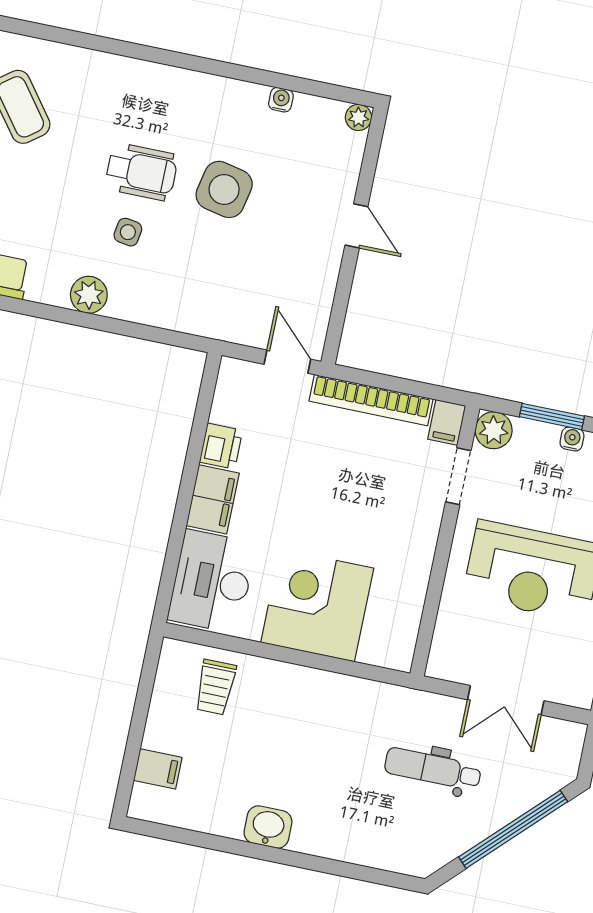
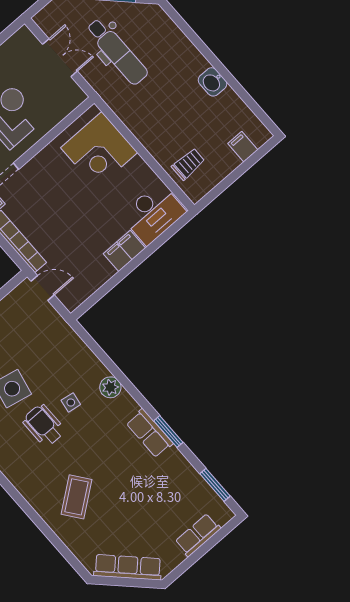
door: (287, 362) -> (43, 288), swing flipped
printer: (221, 446) -> (102, 272), removed
corner desk: (317, 605) -> (99, 150), moved
dental chair: (433, 769) -> (117, 52), width x1.36, depth x1.38

